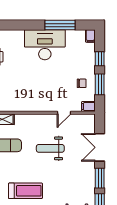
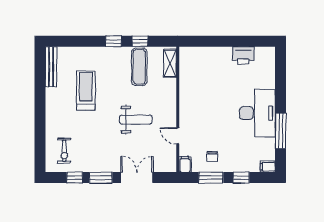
weight bench: (50, 148) -> (136, 120), turned 90
treadmill: (25, 191) -> (86, 90), turned 180

